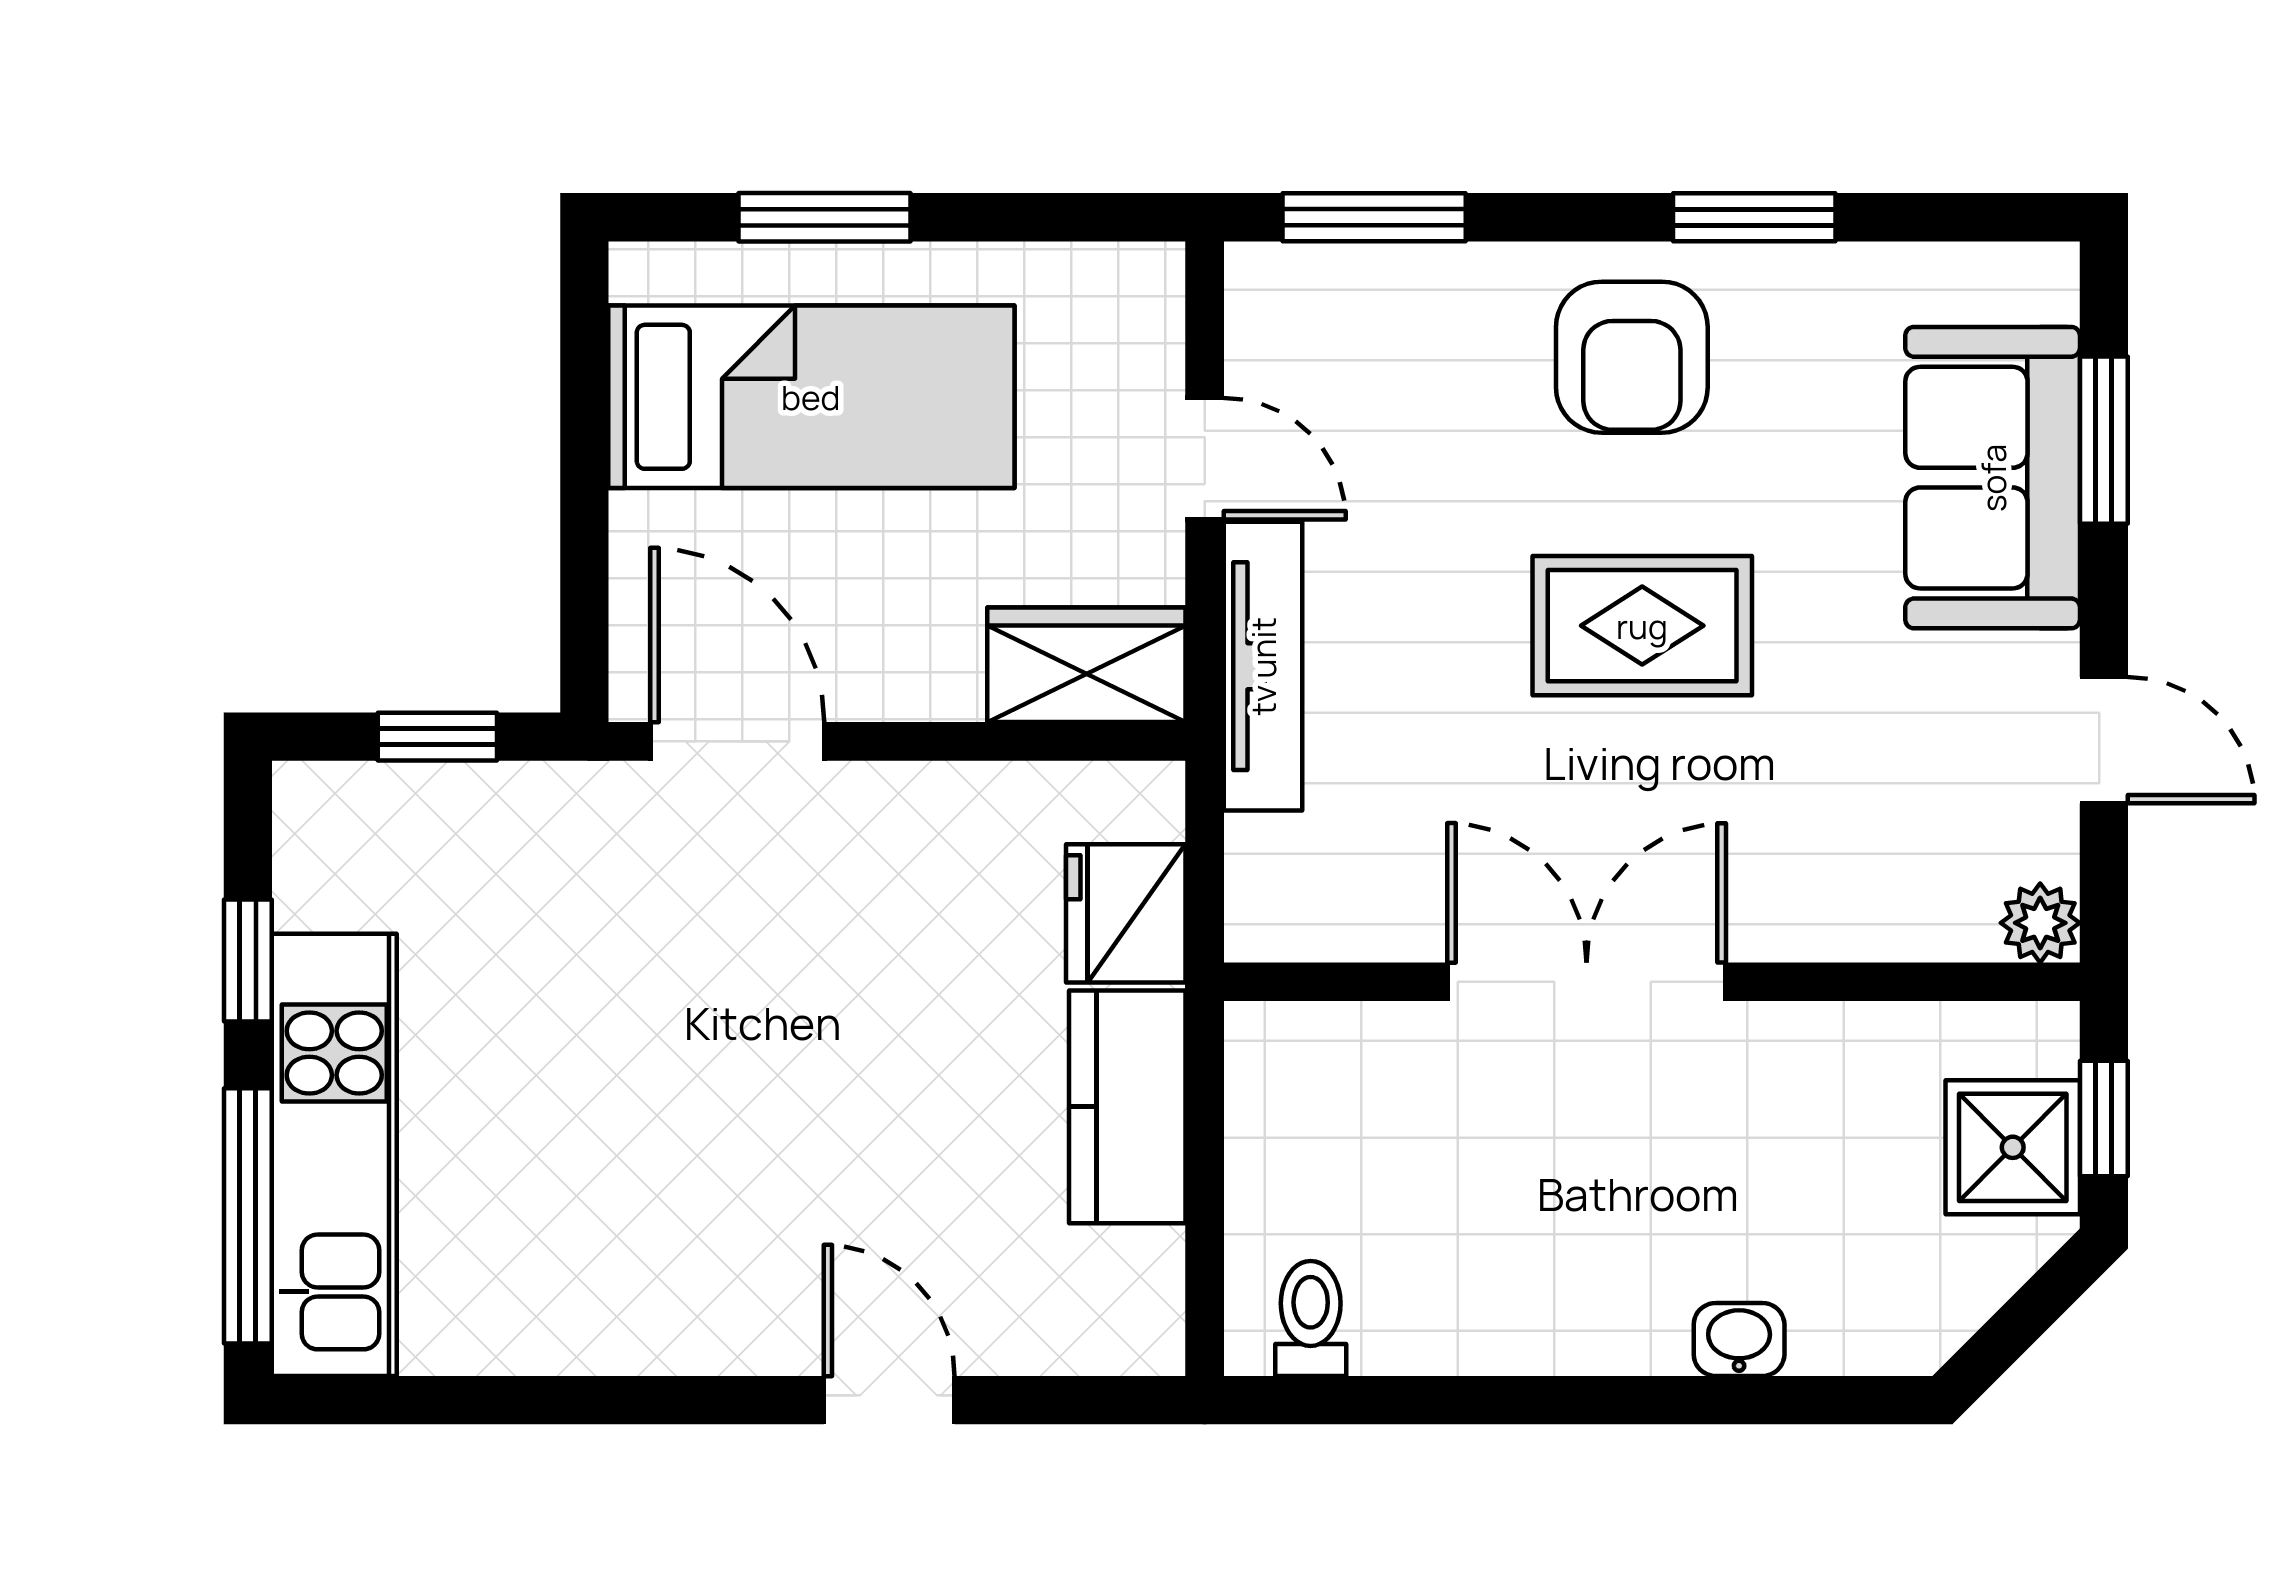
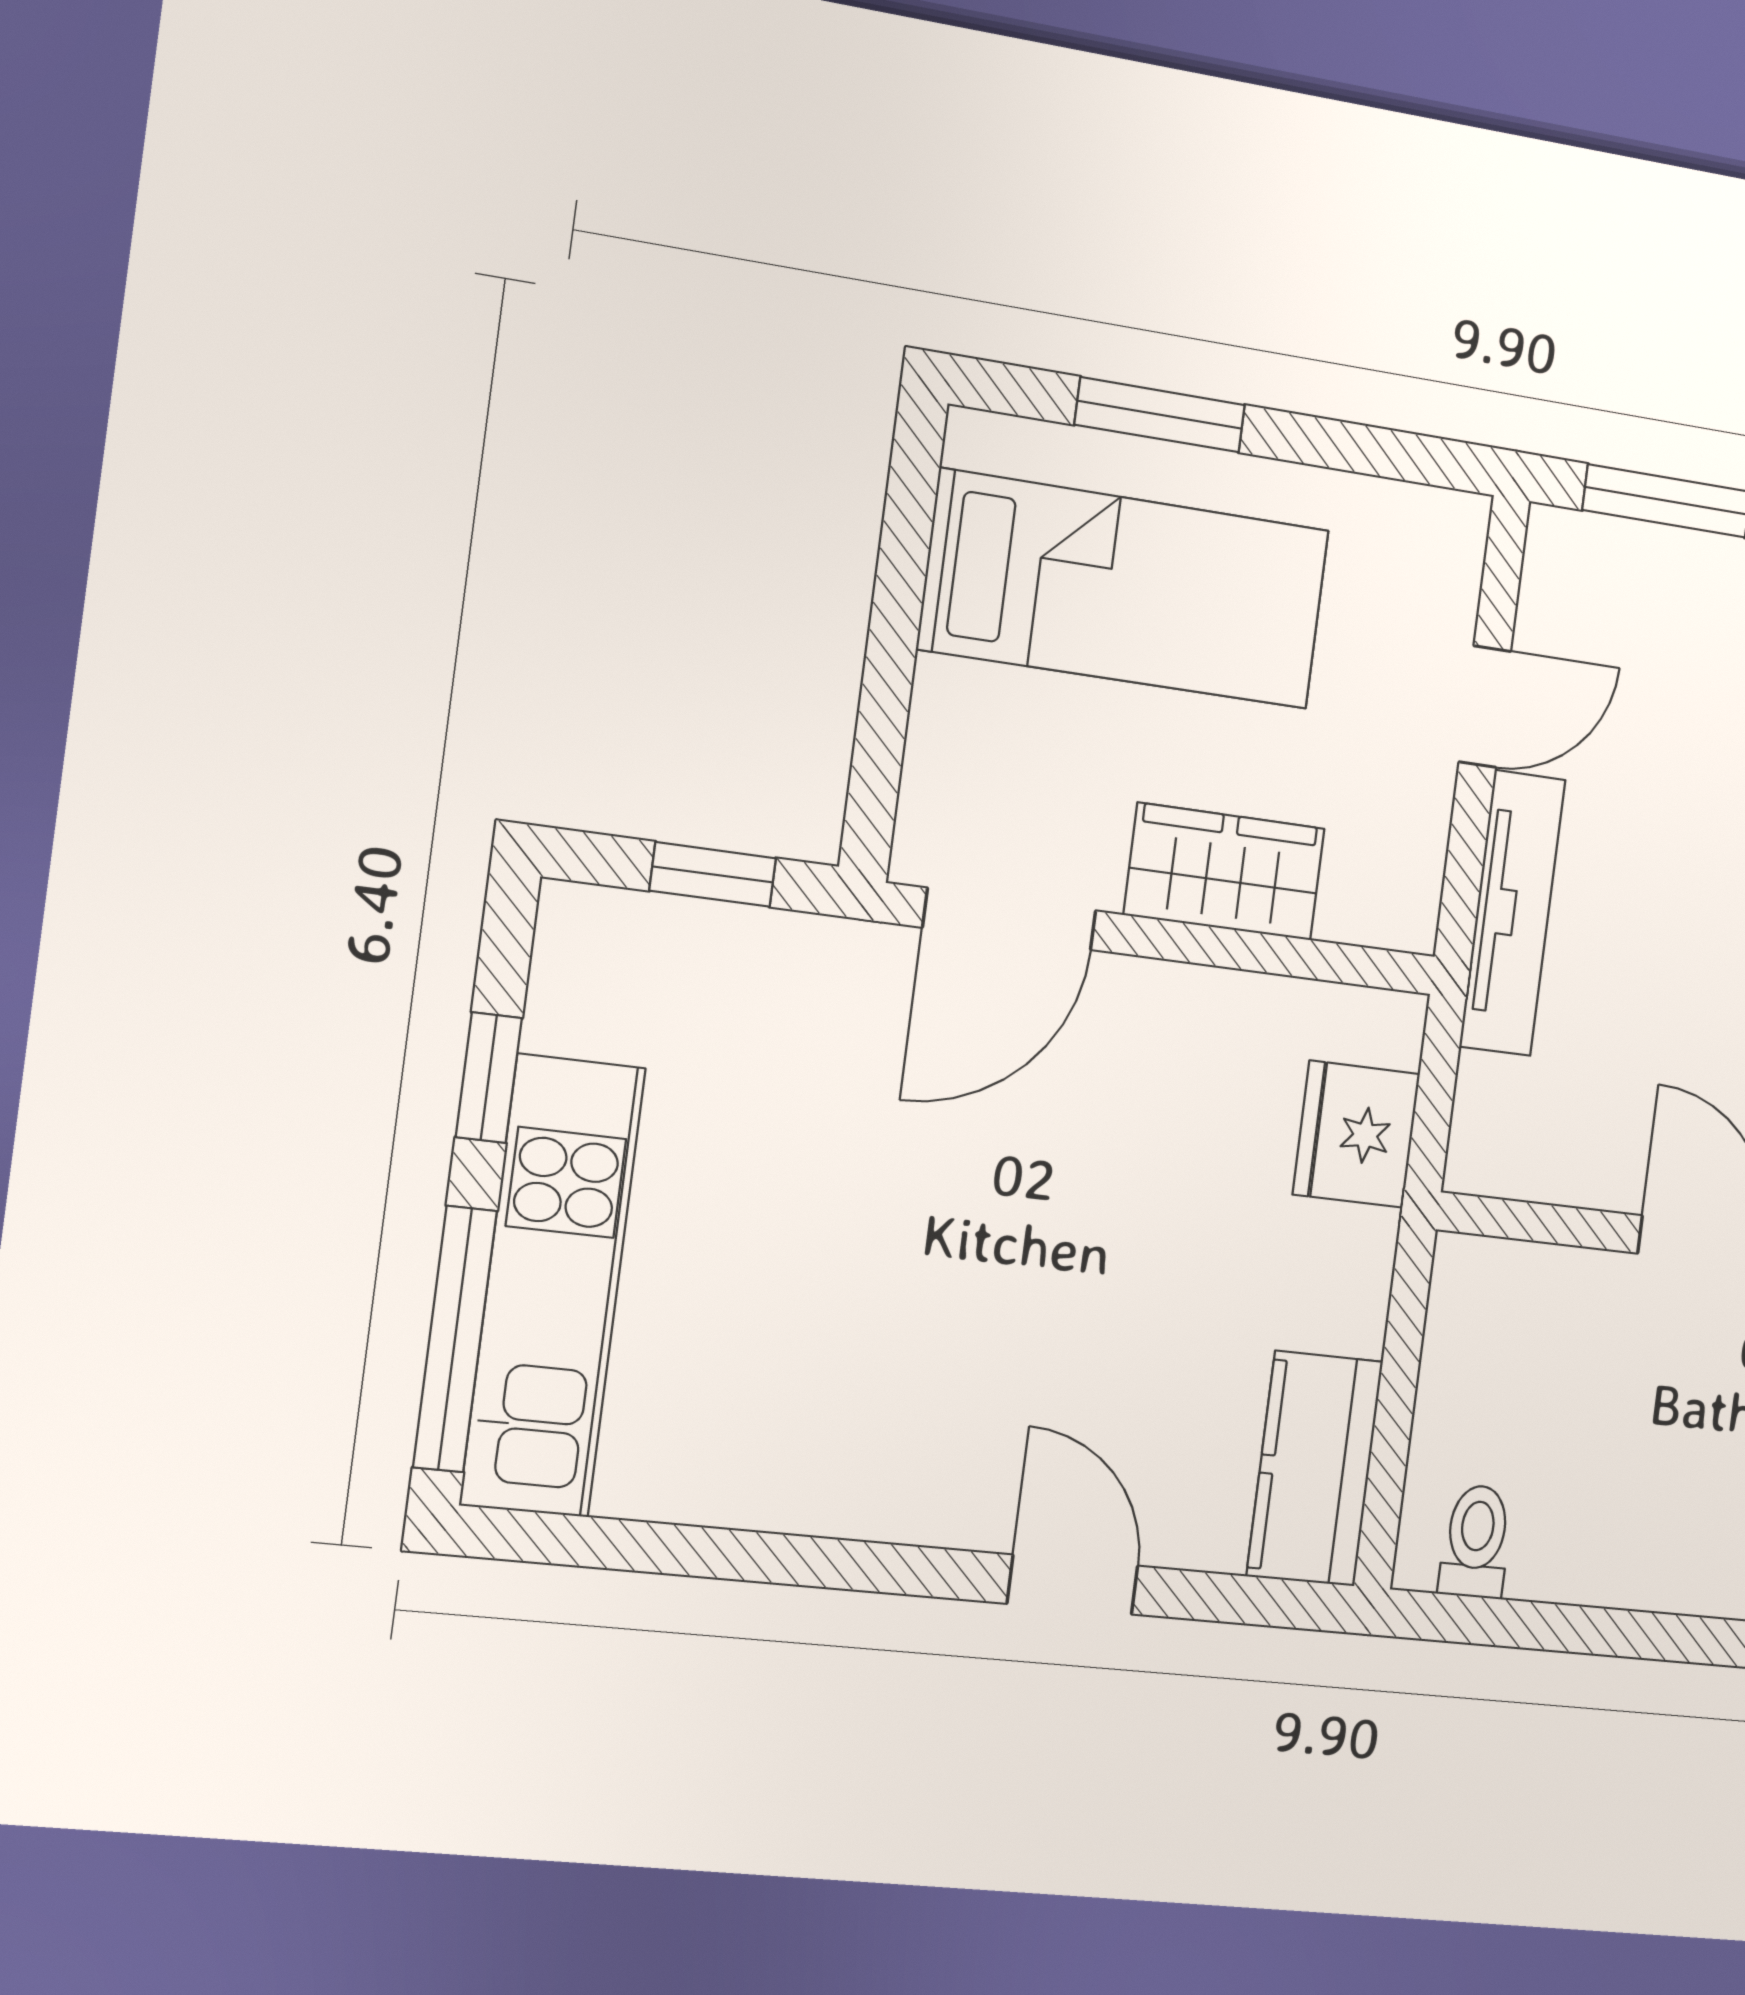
door: (1205, 459) -> (1485, 707), hinge flipped
wardrobe: (1086, 665) -> (1224, 872), moved
door: (737, 741) -> (1009, 919), swing flipped
kitchen counter: (1127, 1107) -> (1315, 1469), moved

